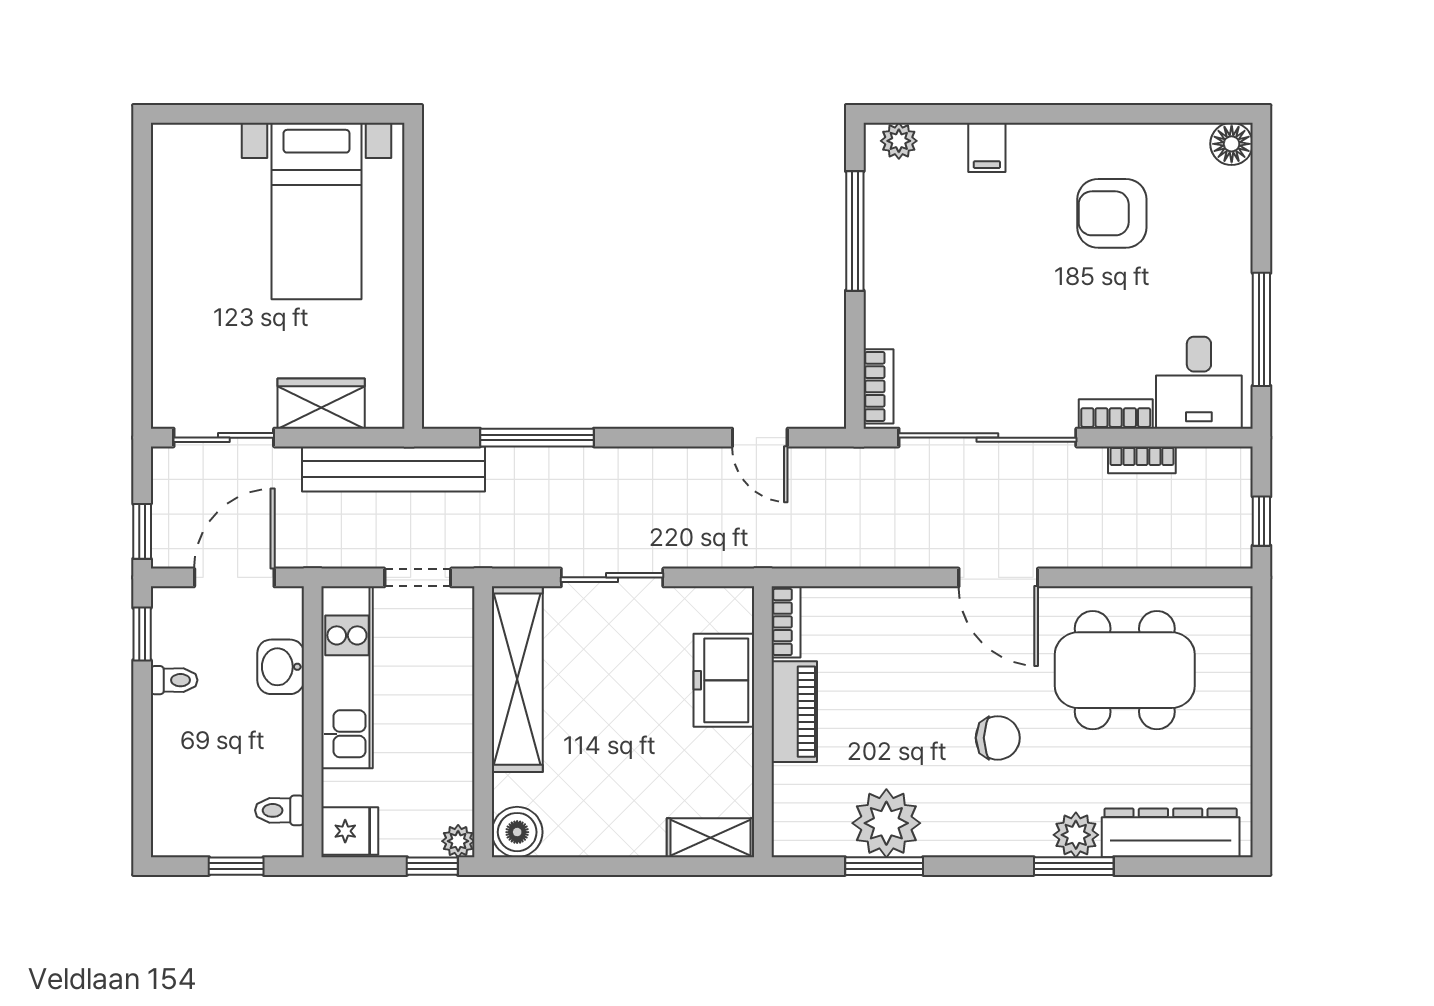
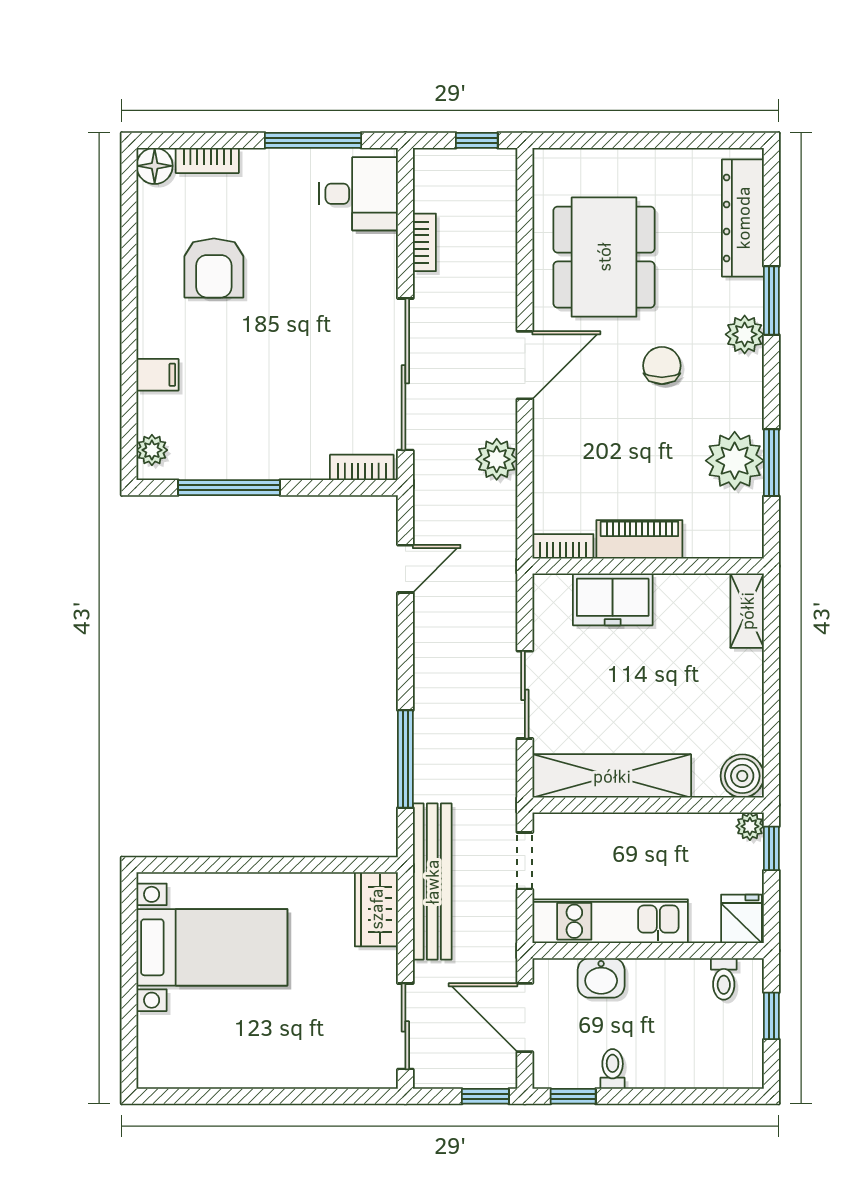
wardrobe: (321, 404) -> (376, 909), moved
bookcase: (1116, 414) -> (207, 160), moved, turned -90
plant: (888, 545) -> (497, 459), added
plant: (1076, 835) -> (745, 334), moved

